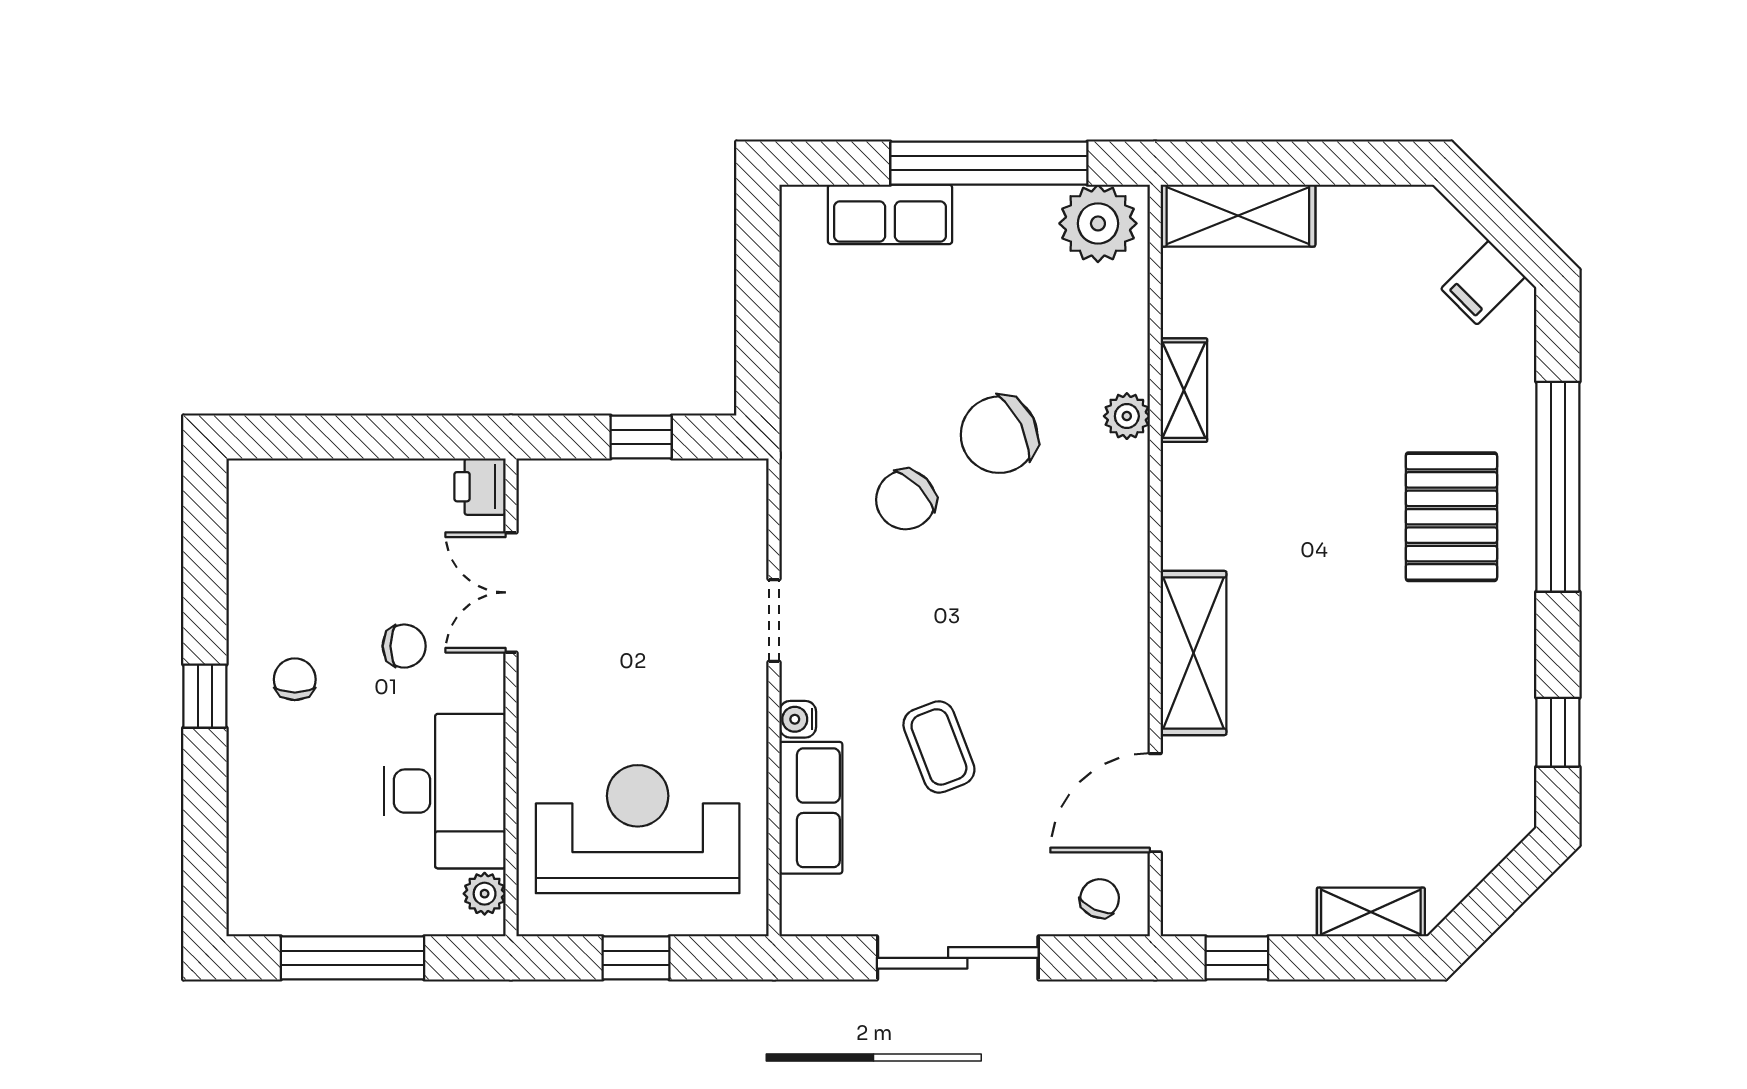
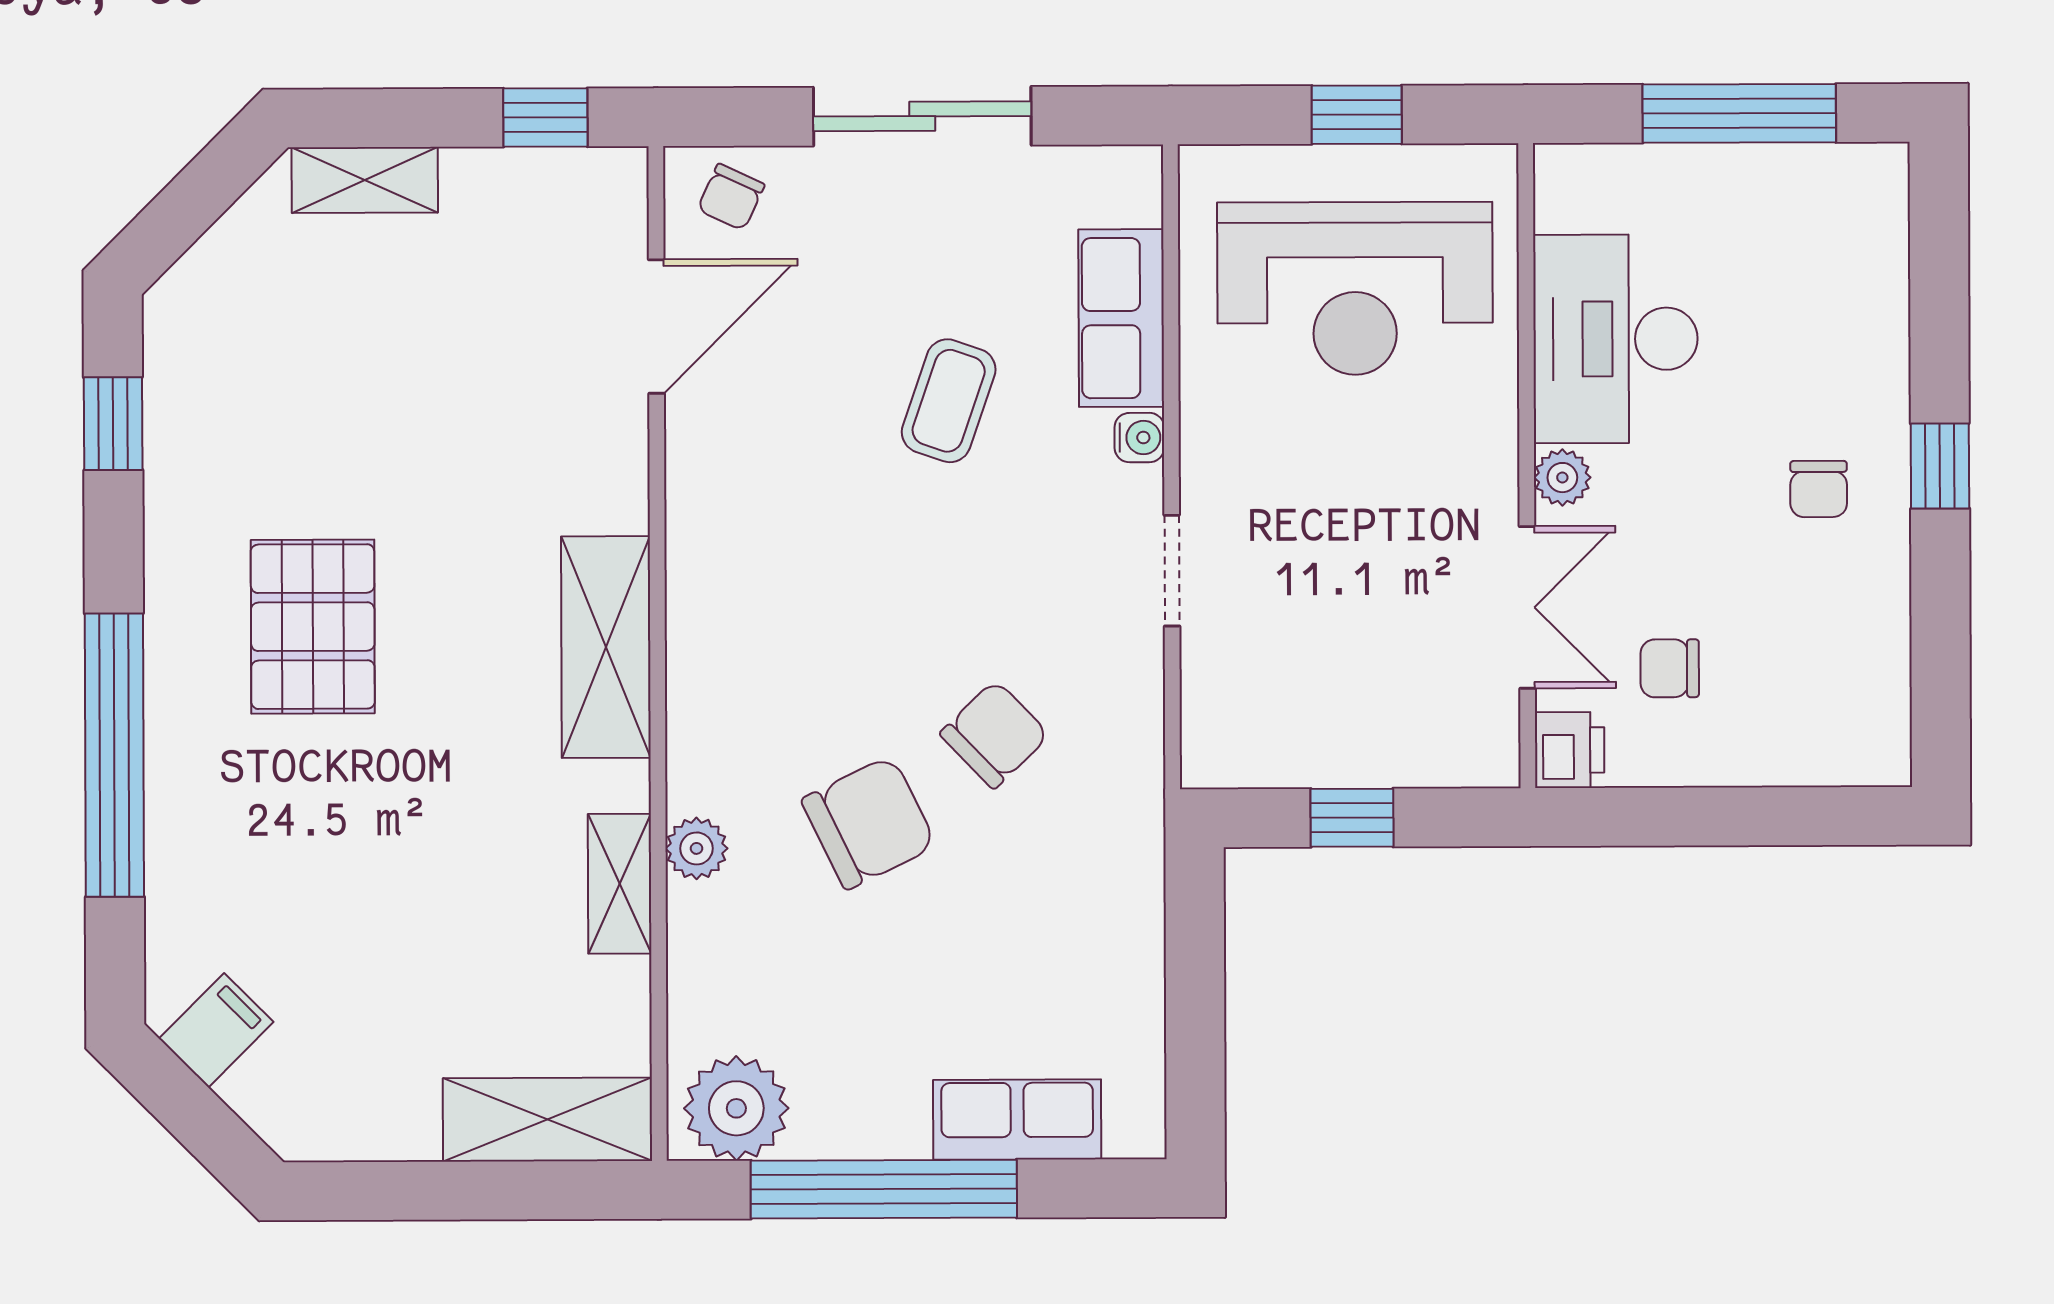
pallet: (1451, 517) -> (313, 627), moved
chair: (404, 646) -> (1670, 668), moved
shelving: (1193, 653) -> (606, 647), moved
coffee table: (939, 747) -> (949, 401), turned 40
plant: (485, 894) -> (1562, 478), moved

